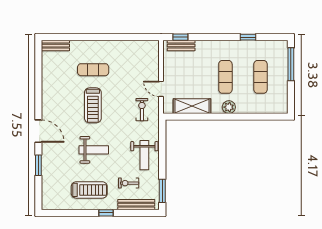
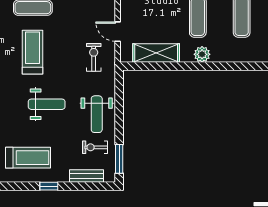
treadmill: (93, 105) -> (32, 52), turned 180
weight bench: (94, 150) -> (47, 104), moved
exercise bike: (129, 183) -> (95, 147), moved
bench: (136, 205) -> (87, 176), width x0.73

